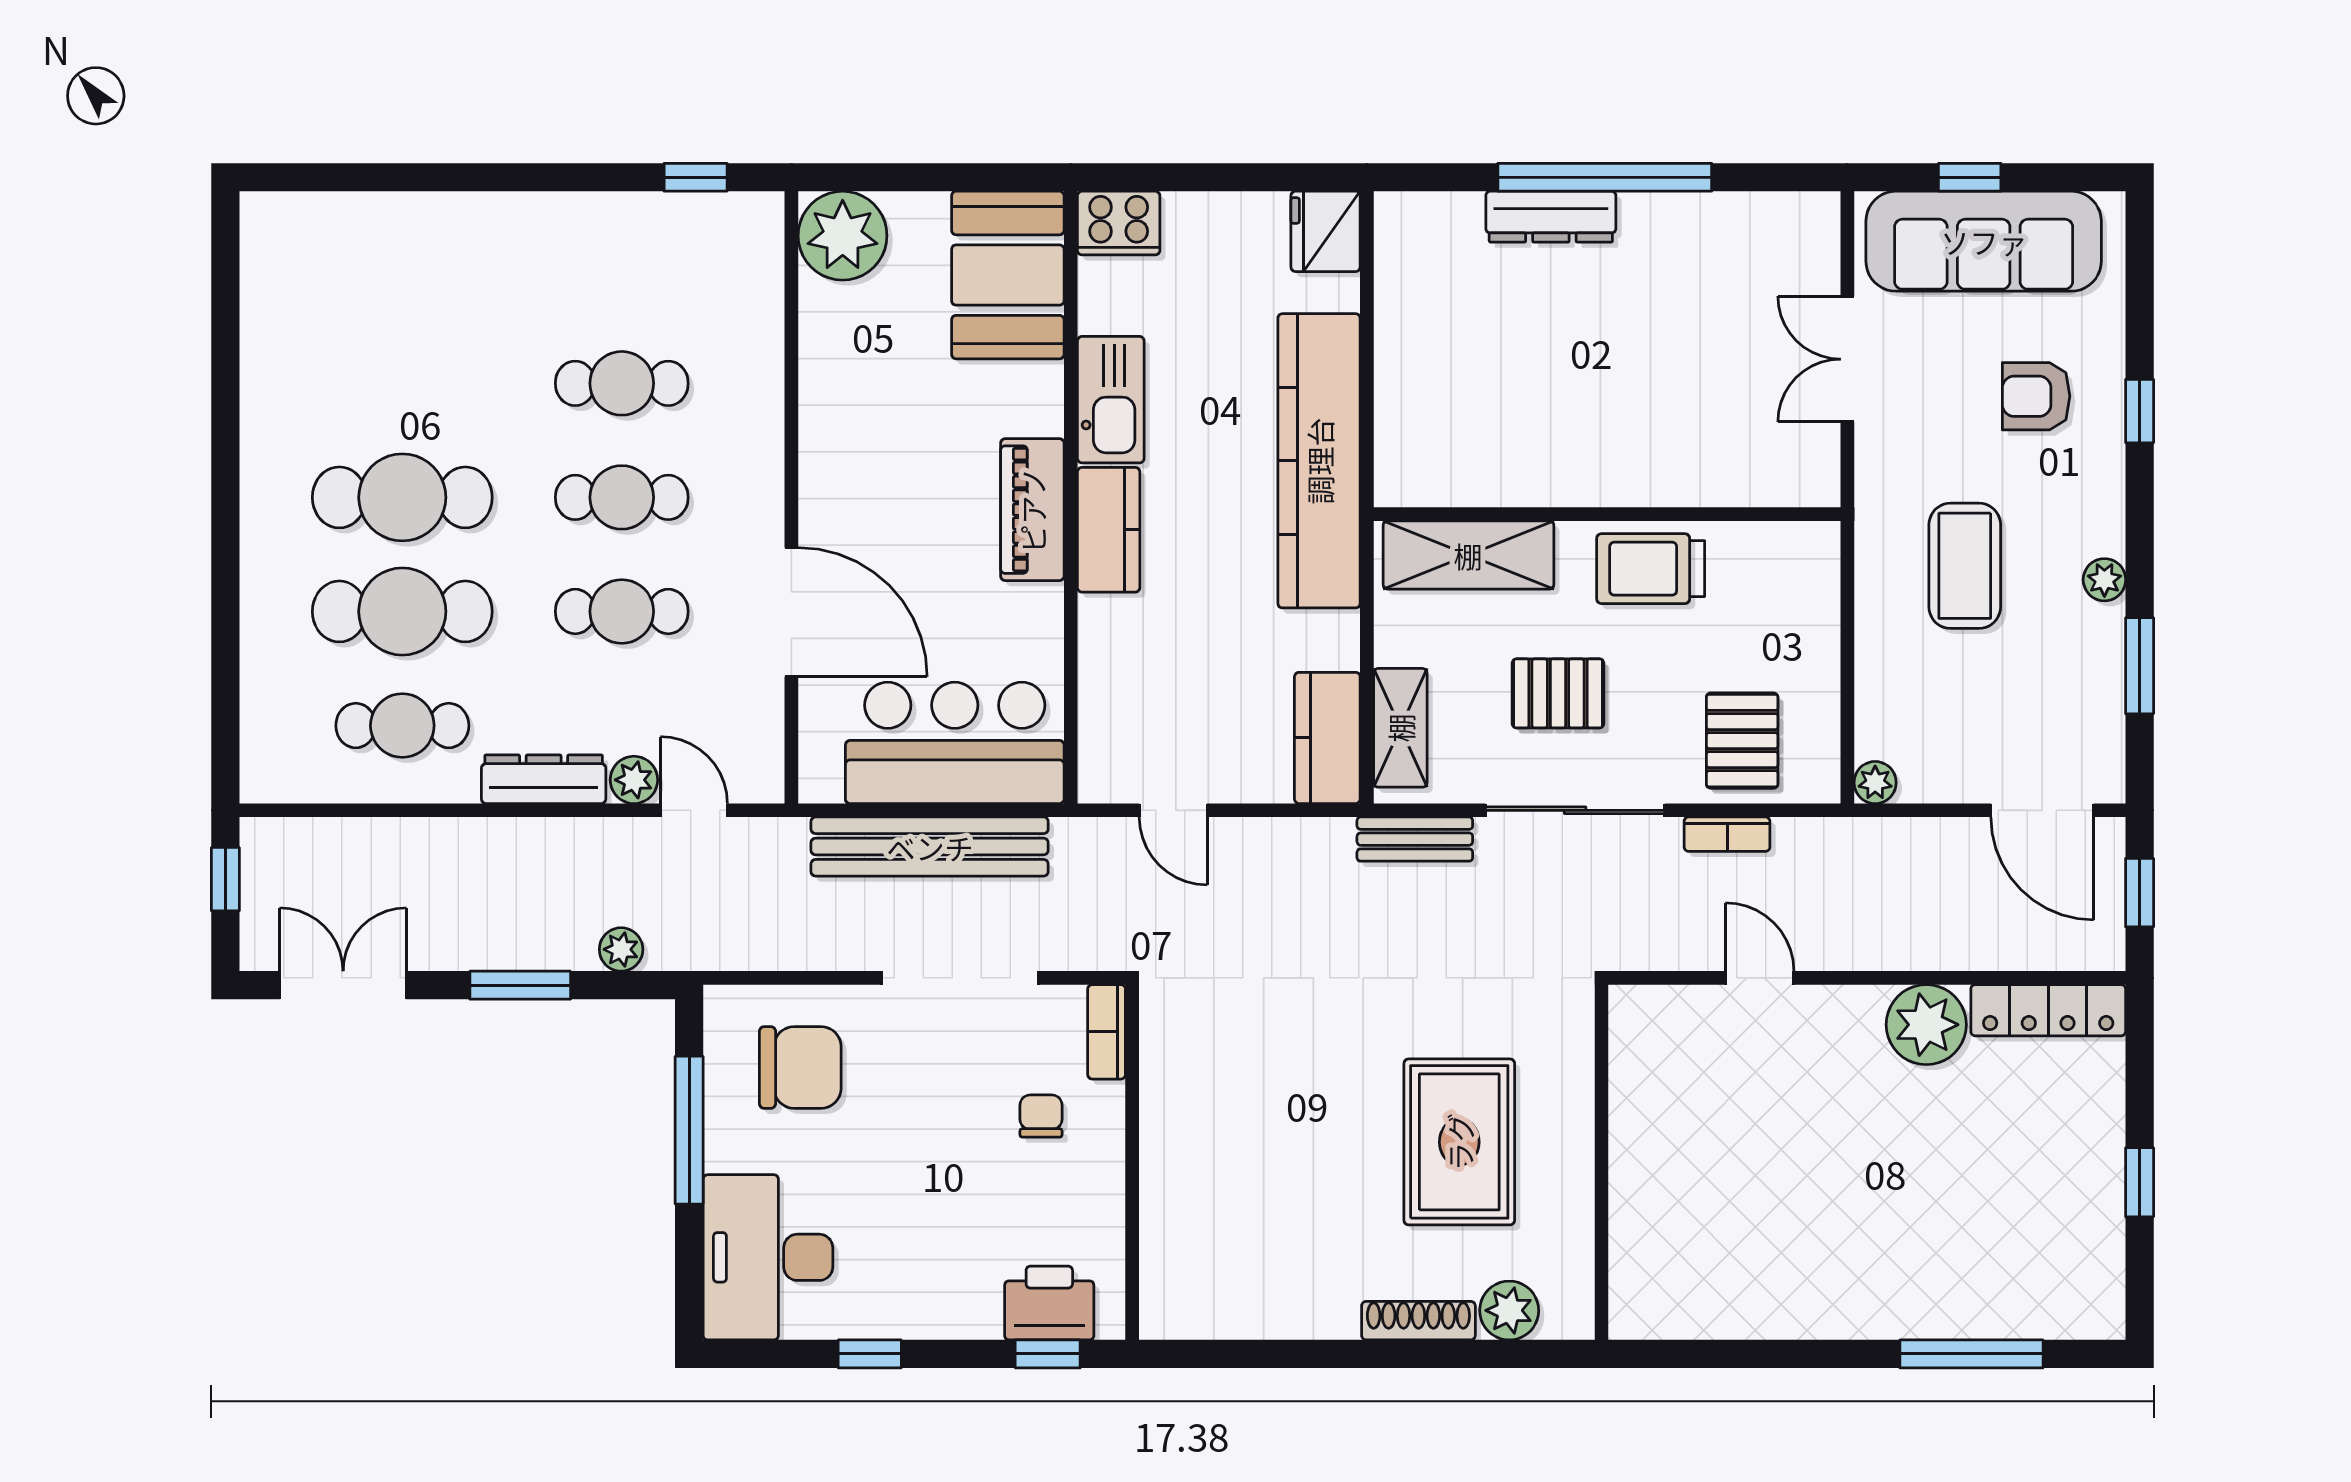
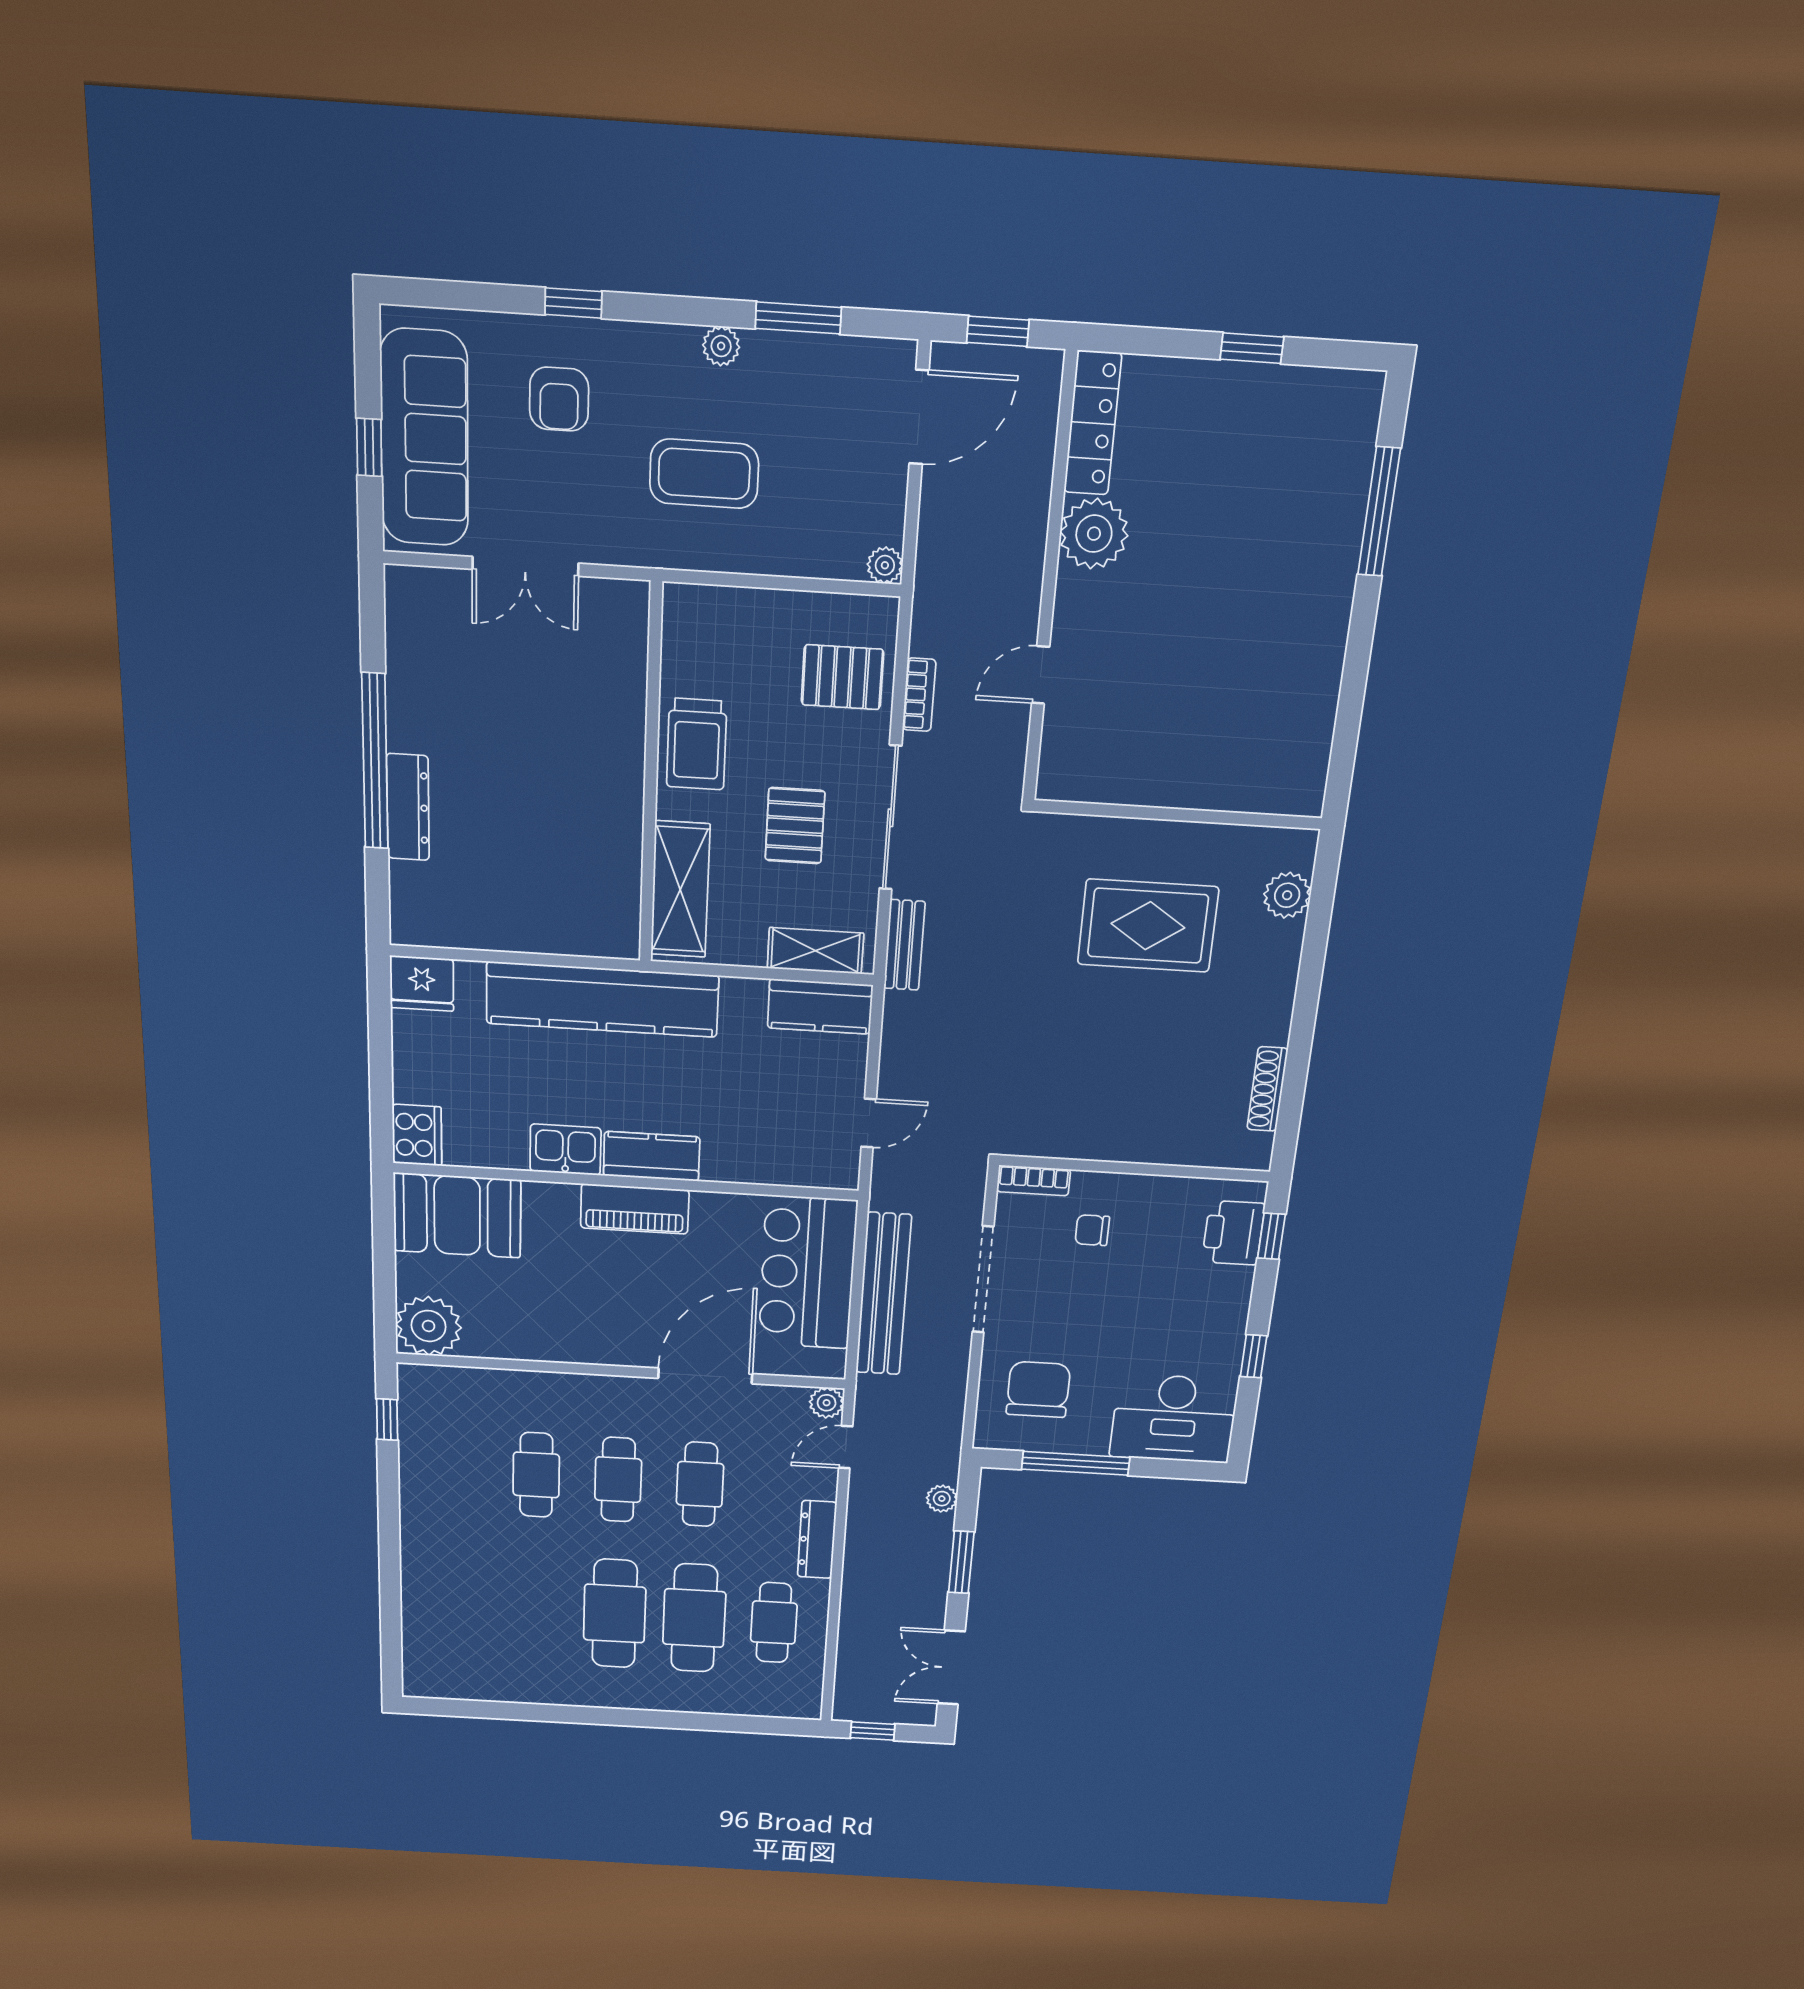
kitchen sink: (1111, 400) -> (565, 1150), width x0.73
plant: (634, 780) -> (827, 1403), moved
shoe rack: (1418, 1321) -> (1267, 1089), moved

